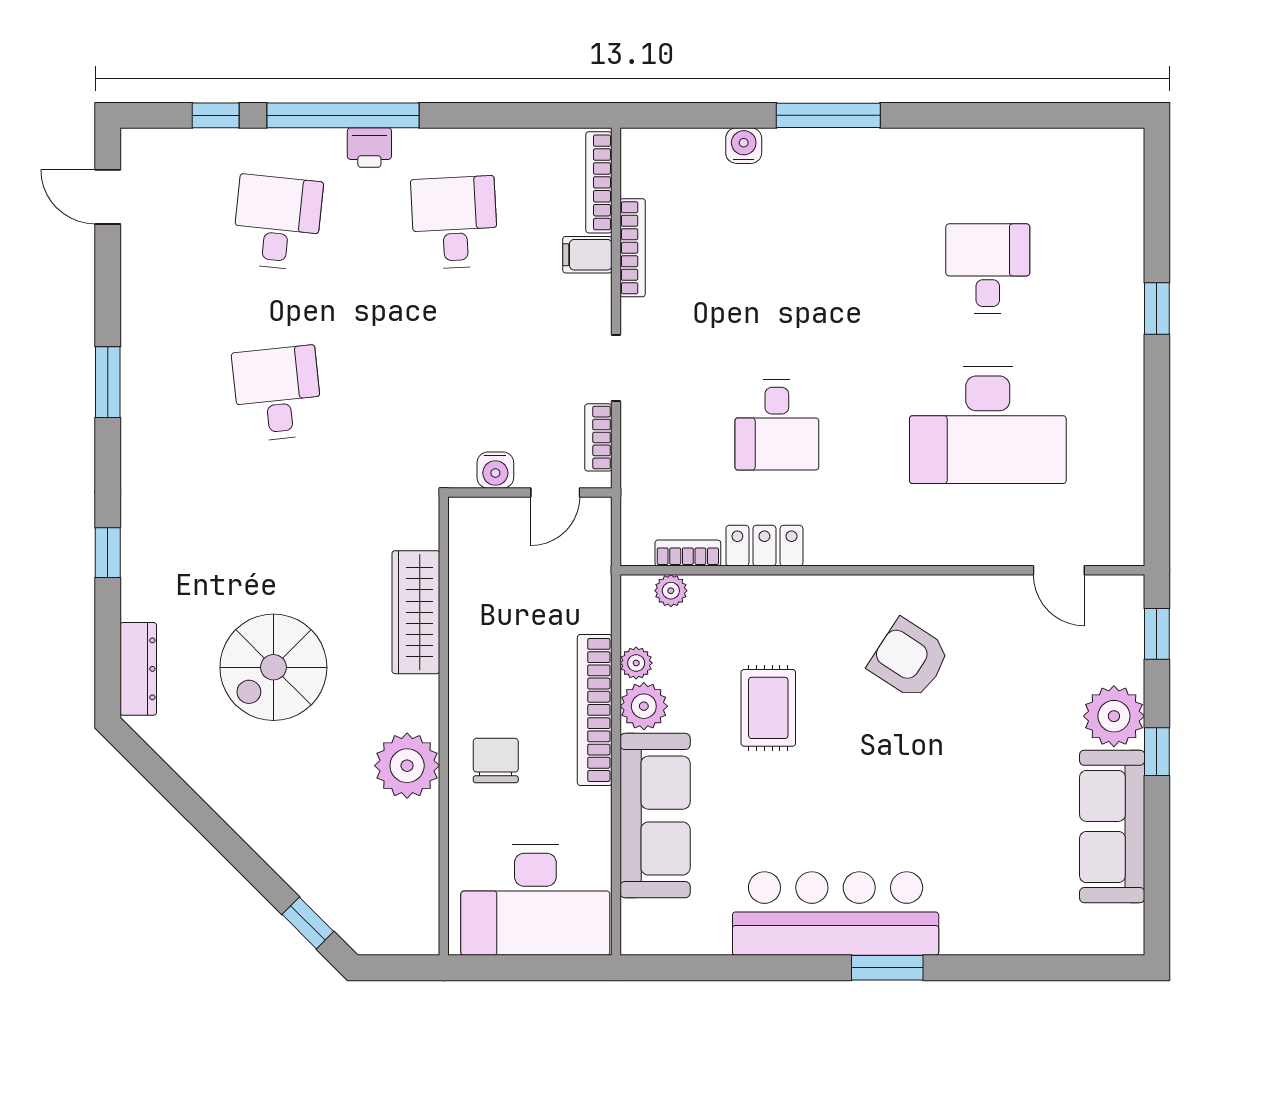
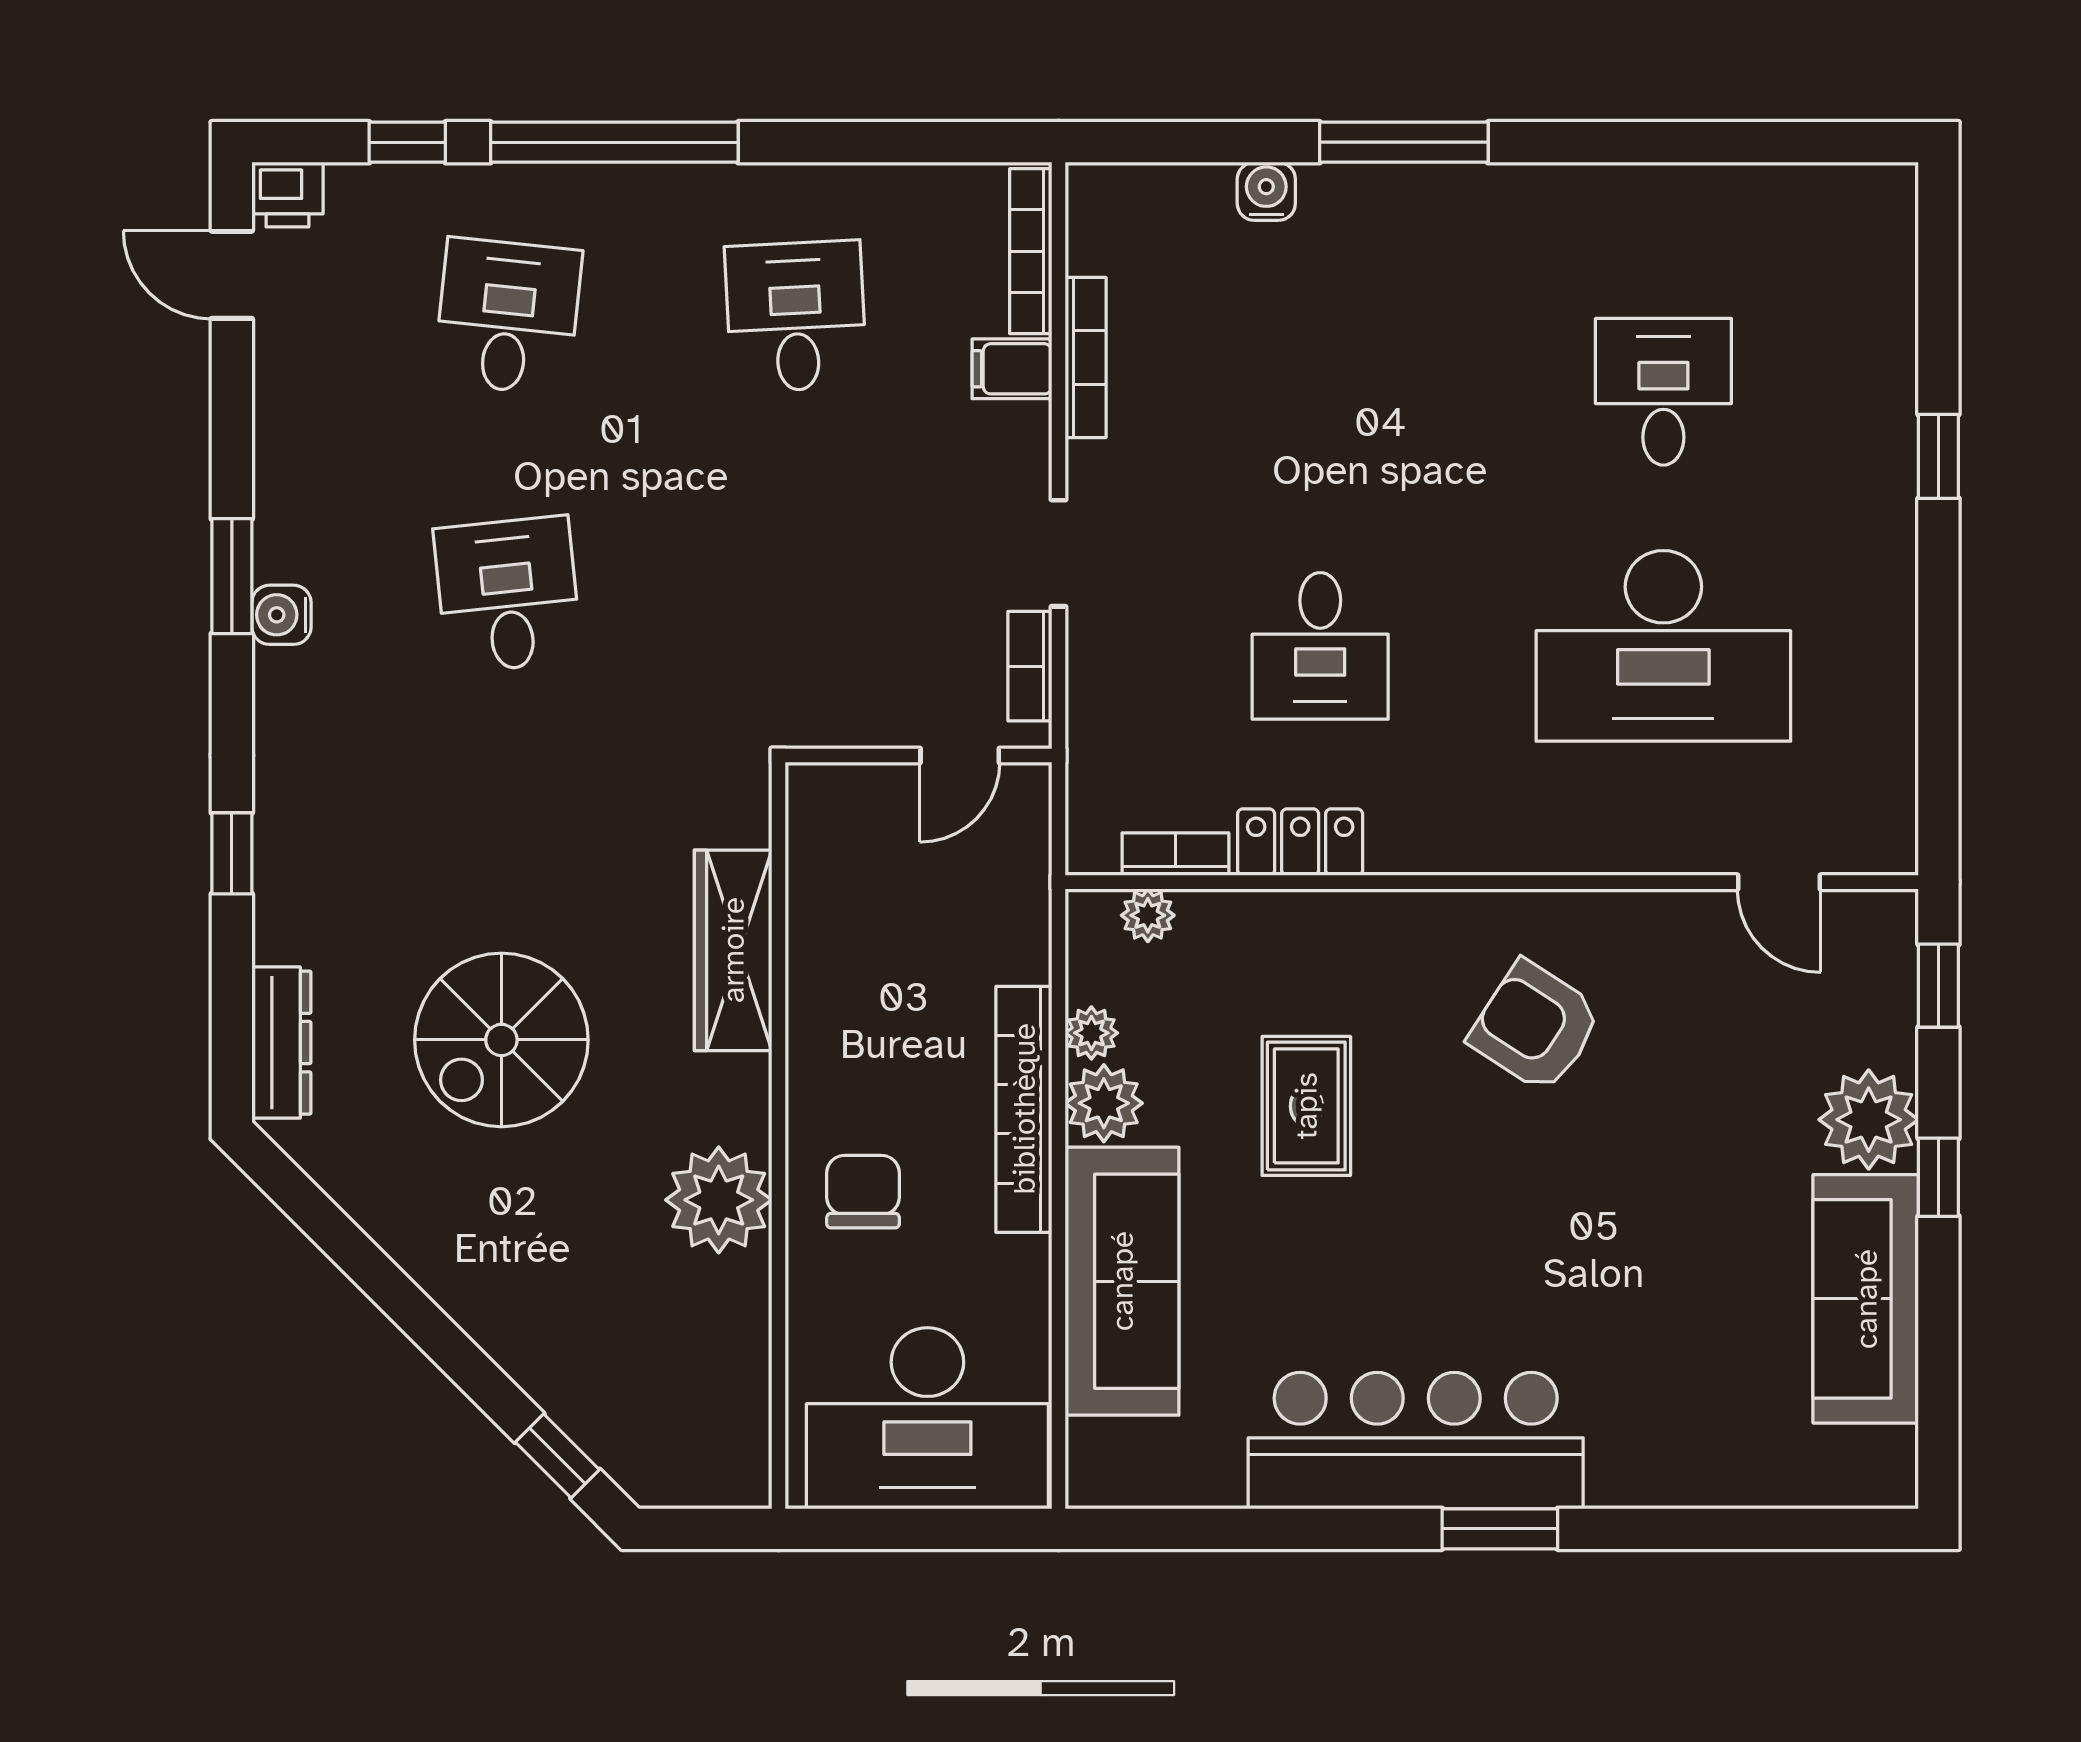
printer: (369, 148) -> (287, 195), moved
water cooler: (495, 470) -> (281, 615), moved, turned 90

